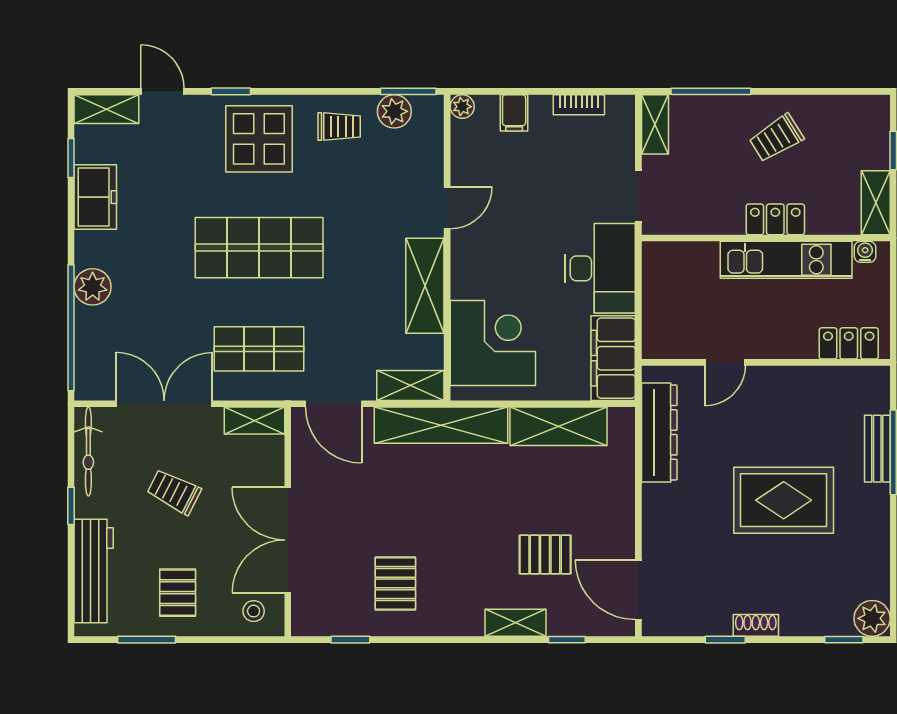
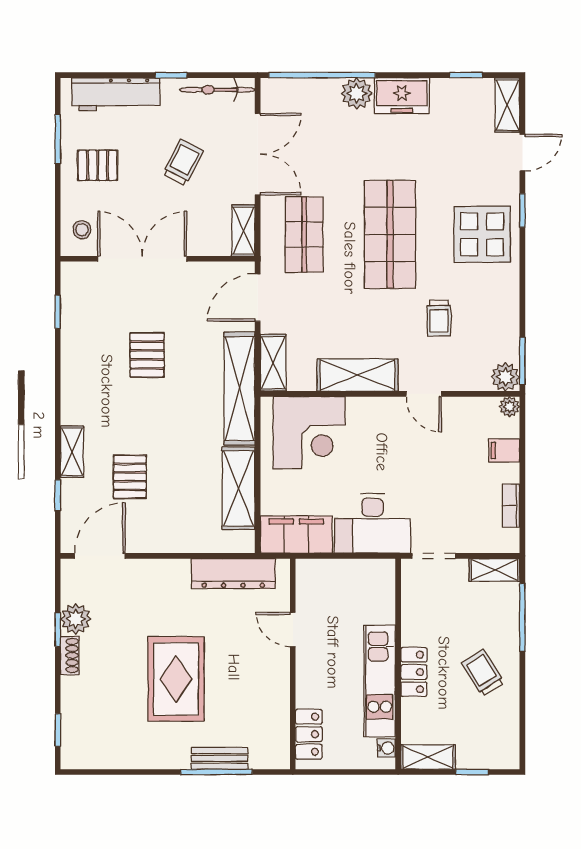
plant: (394, 111) -> (505, 377), moved
trolley: (339, 126) -> (439, 318), moved
freezer: (95, 197) -> (402, 96), moved
pallet: (395, 583) -> (147, 355), moved, turned 90
plant: (872, 618) -> (76, 619), moved

